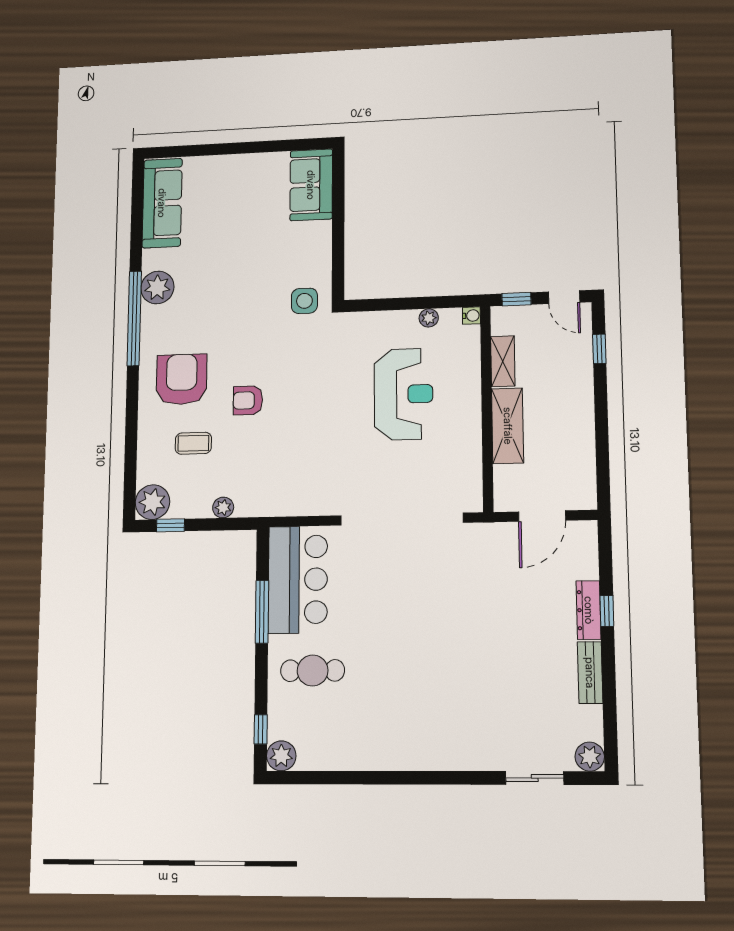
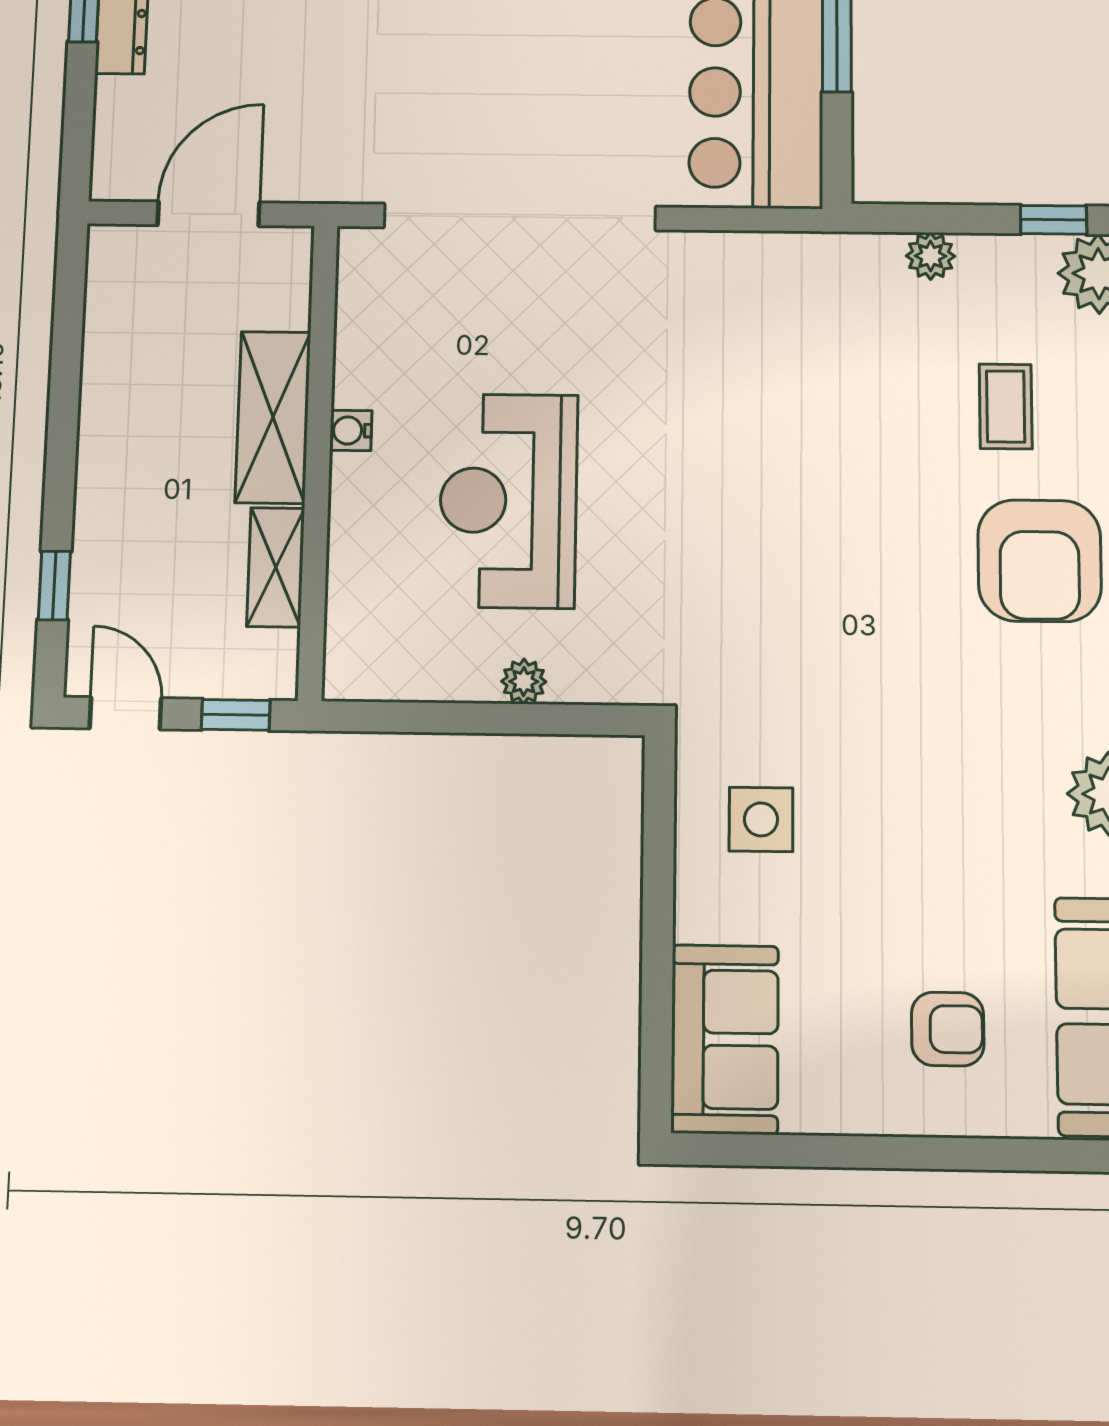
side table: (304, 301) -> (761, 819), moved
water cooler: (471, 316) -> (351, 431), moved
plant: (429, 318) -> (524, 681), moved
armchair: (248, 400) -> (948, 1029), moved
coffee table: (193, 443) -> (1006, 406), turned 90

